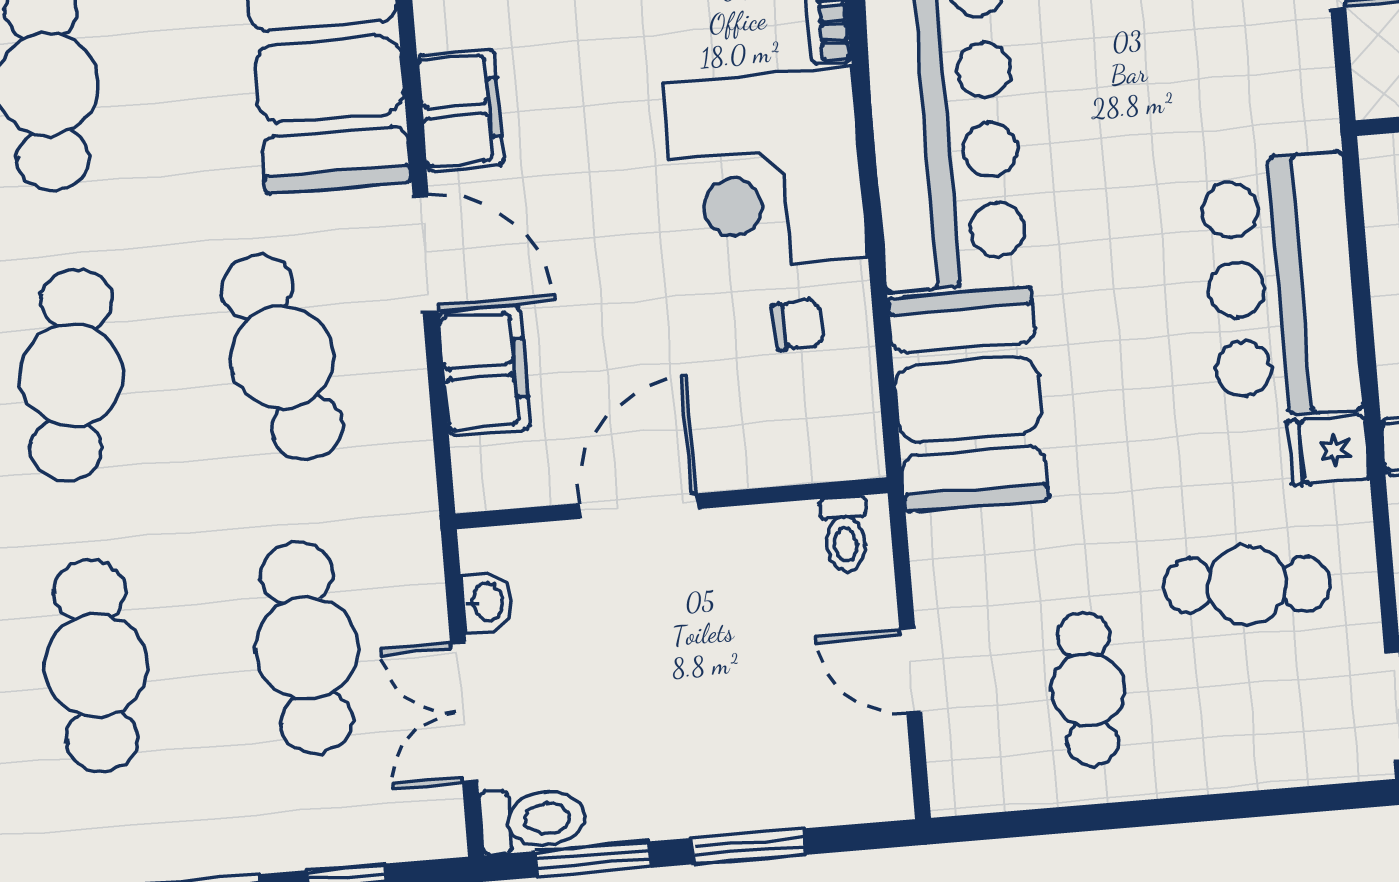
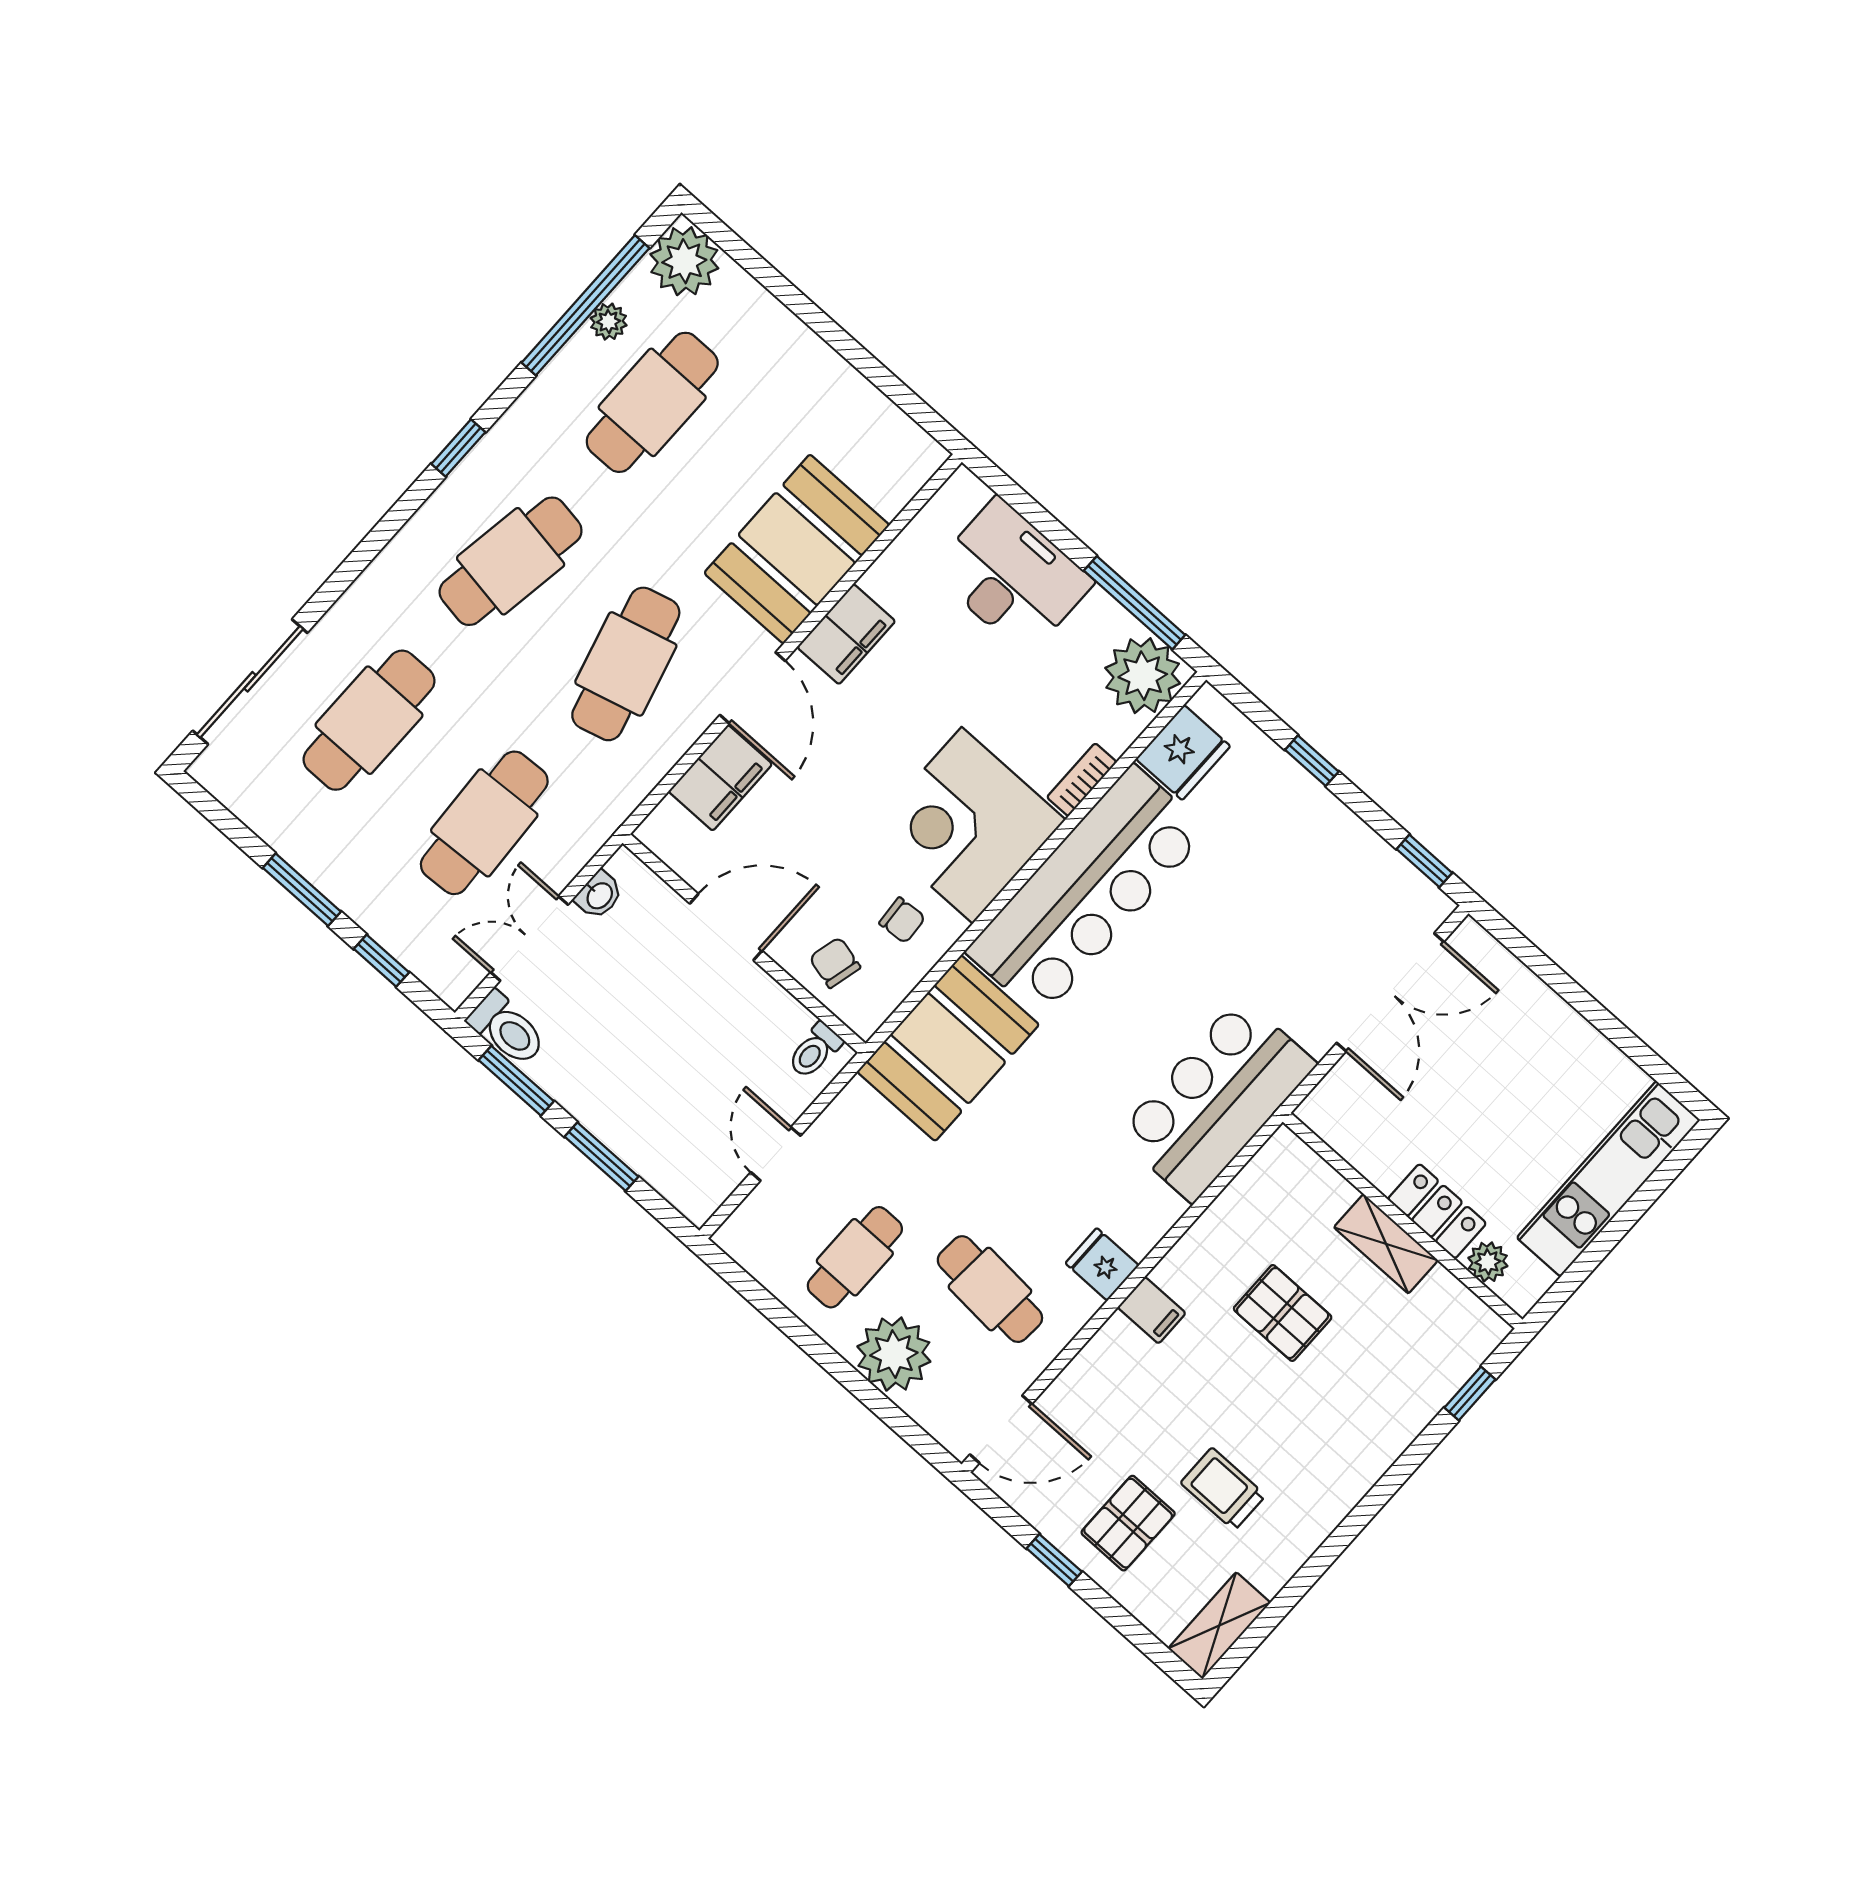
bar counter: (1281, 286) -> (1216, 1100), moved
chair: (776, 431) -> (835, 963), added
plant: (1221, 742) -> (894, 1354), added

